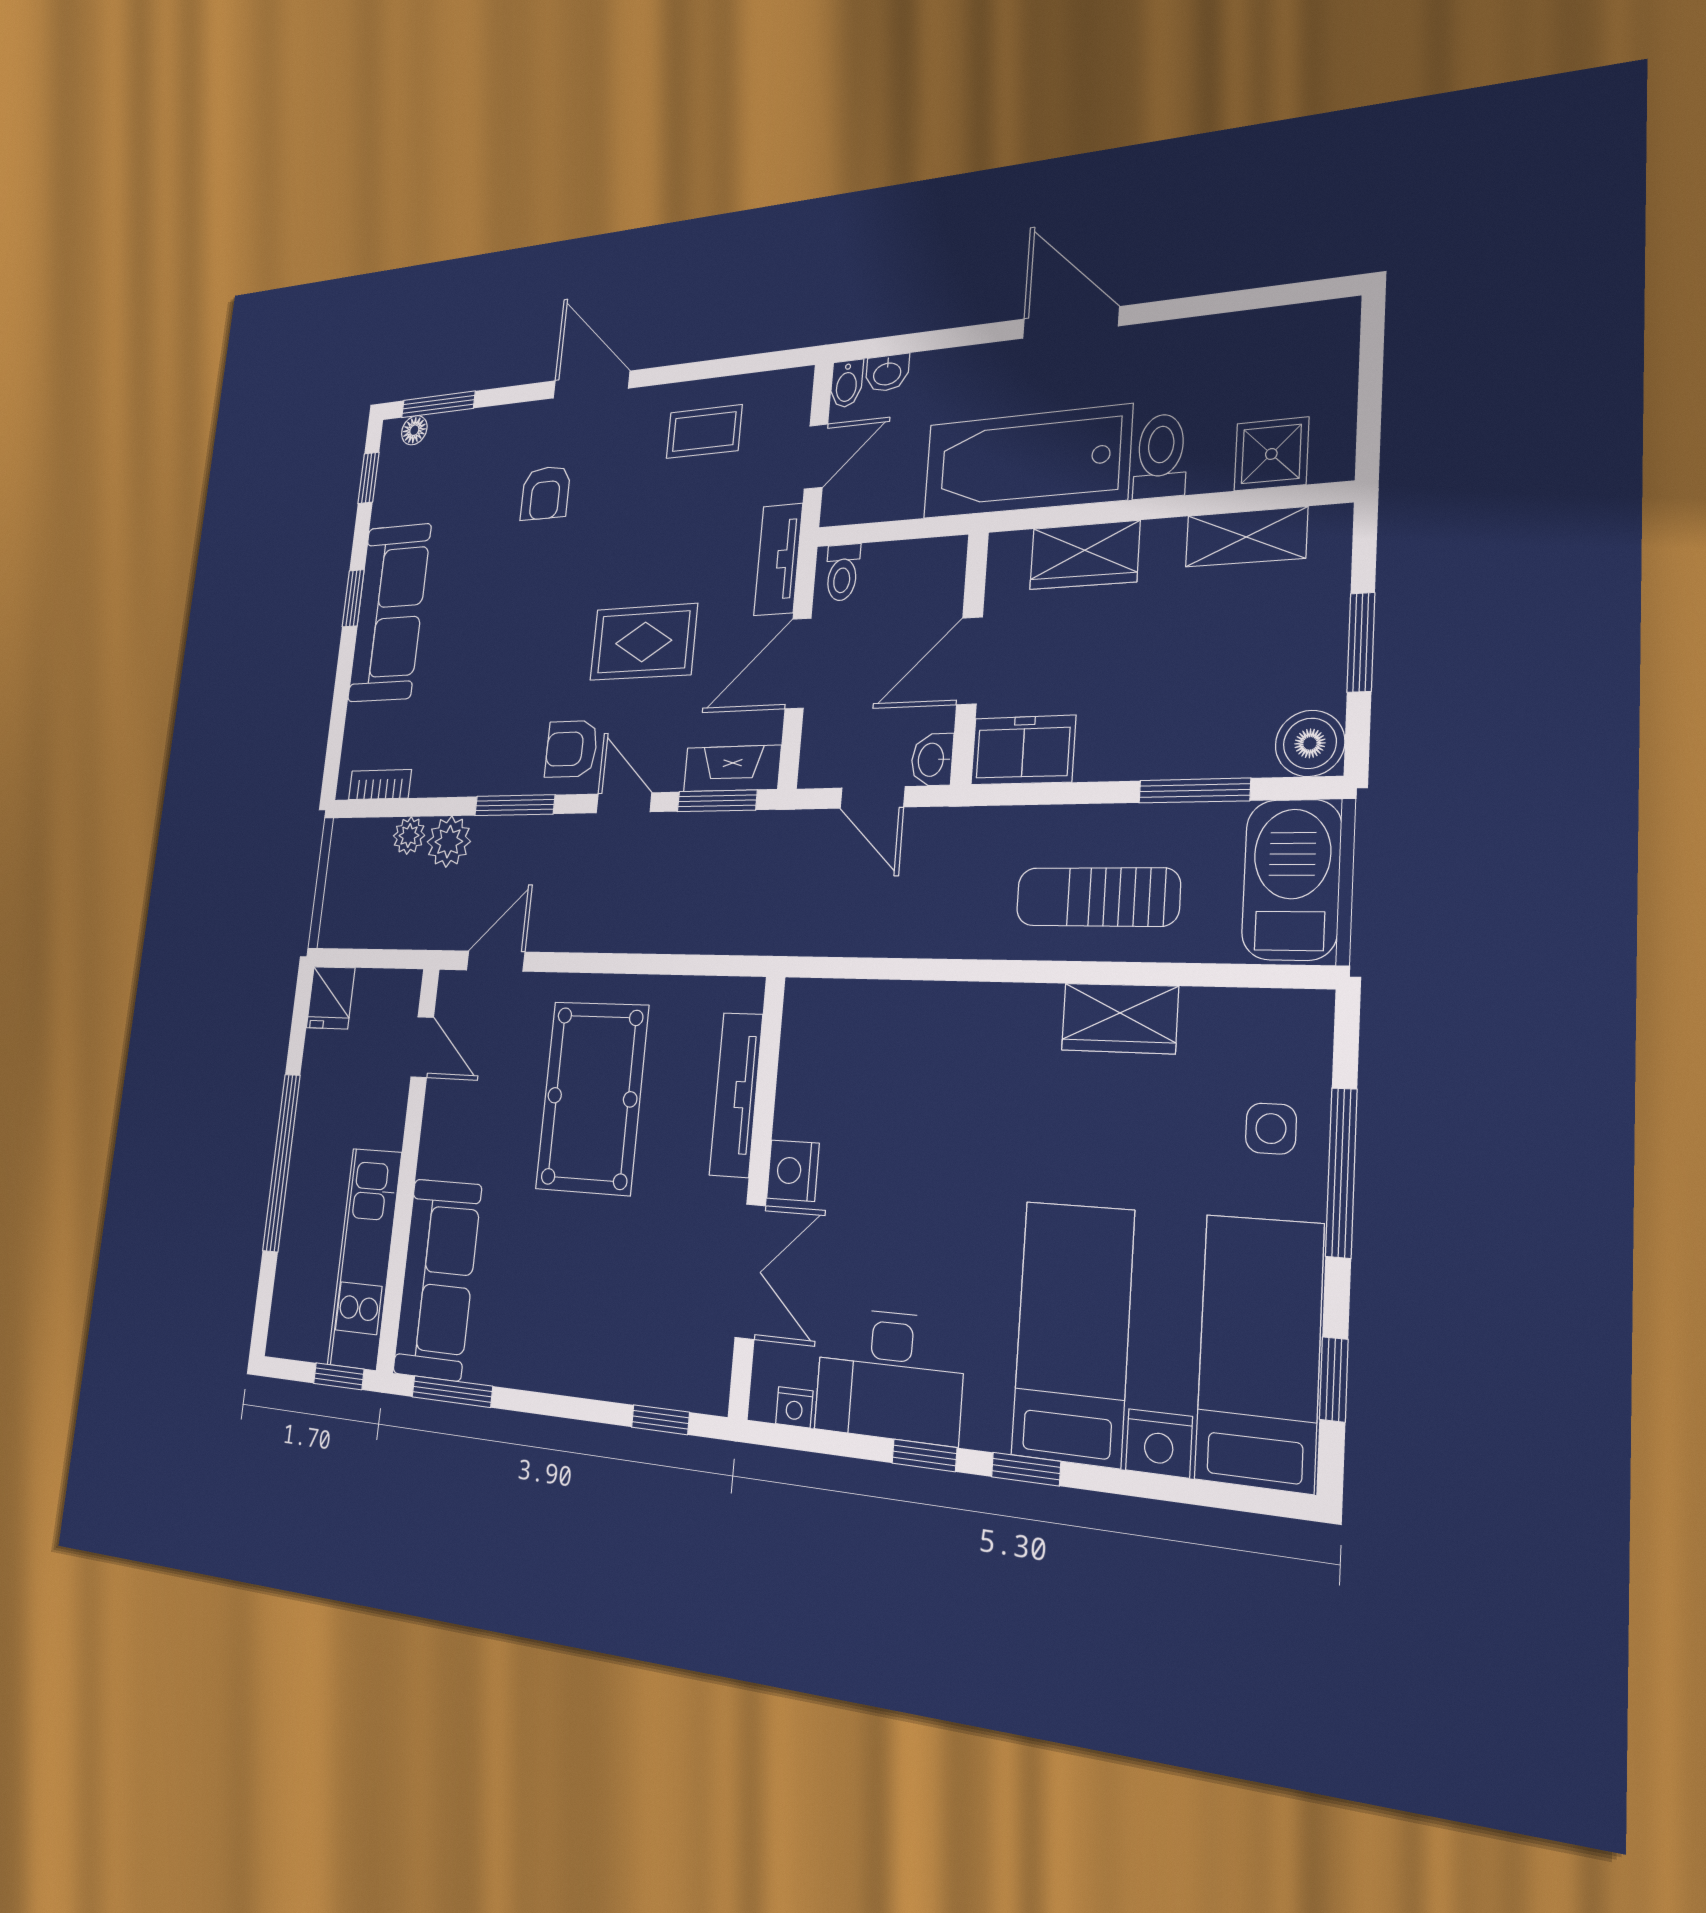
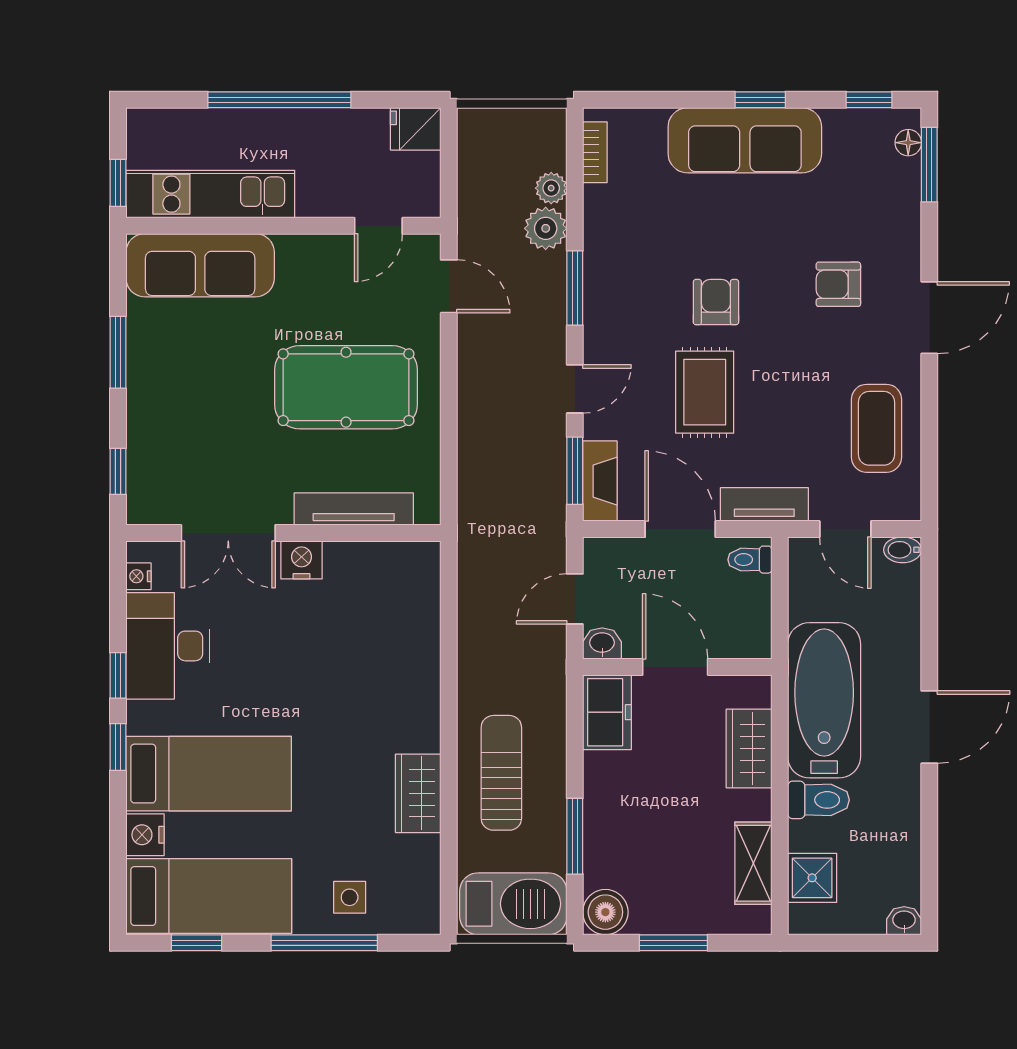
washbasin: (887, 373) -> (904, 921), moved, turned 90
coffee table: (704, 432) -> (877, 428), width x1.36, depth x1.30
armchair: (571, 749) -> (716, 302), moved
window: (452, 1392) -> (118, 352), moved

